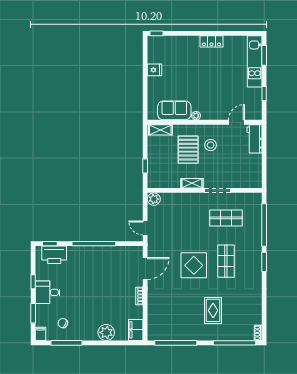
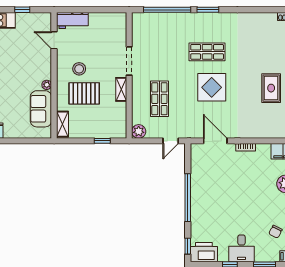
shop shelf: (226, 218) -> (159, 99), moved
printer: (54, 255) -> (204, 252), moved, turned -90
rug: (213, 310) -> (271, 88), moved, turned 90

